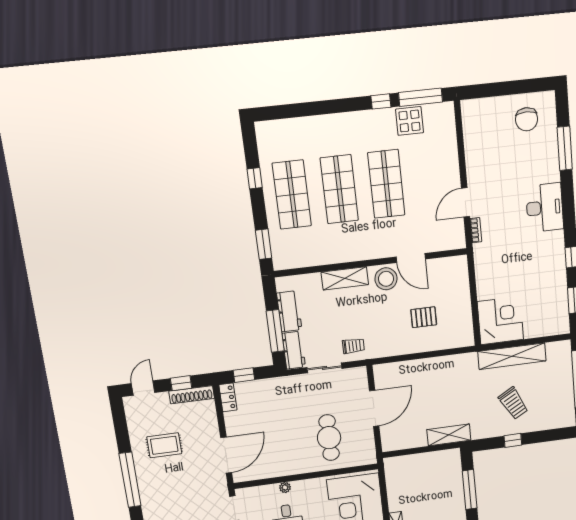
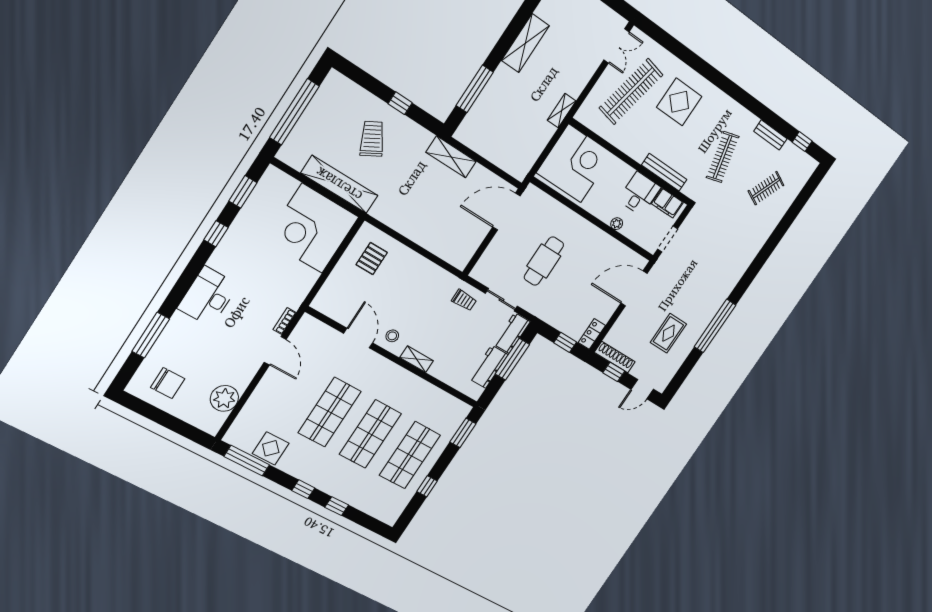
window: (381, 101) -> (303, 489), moved
window: (317, 108) -> (337, 506), added
chair: (527, 119) -> (168, 383), turned 90
plant: (476, 137) -> (224, 398), added
door: (466, 202) -> (275, 351), hinge flipped
shelving: (345, 278) -> (417, 359), width x0.67, depth x0.75
stool: (386, 279) -> (392, 336), width x0.53, depth x0.53
pallet: (424, 317) -> (372, 259), moved, turned 90
corner desk: (500, 321) -> (312, 228), width x1.36, depth x1.36
trolley: (353, 346) -> (464, 300), turned 180
door: (374, 408) -> (506, 212), moved
cafe table: (329, 438) -> (544, 261), moved
rug: (164, 445) -> (668, 333), turned 90

